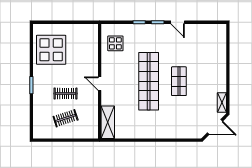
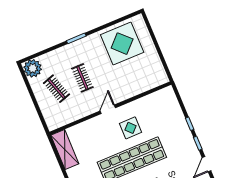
display table: (115, 43) -> (130, 128), moved
shelving: (108, 122) -> (65, 150), moved, turned 90
plant: (41, 131) -> (33, 68), added

